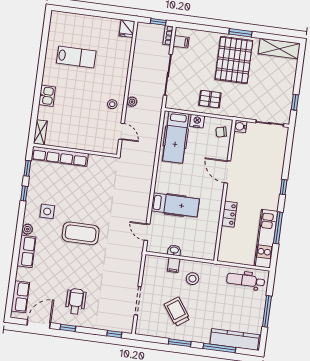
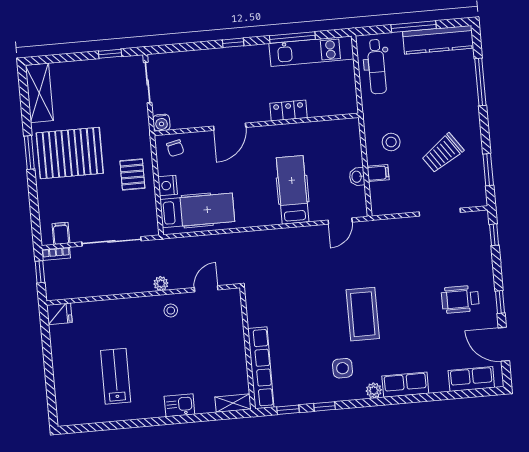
kitchen counter: (235, 339) -> (438, 40), moved, turned -90
window: (180, 343) -> (488, 170), moved

